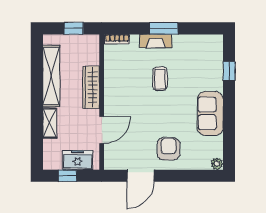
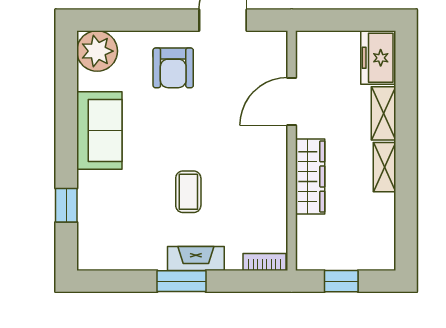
shelving: (51, 76) -> (385, 167), width x0.45, depth x0.75
freezer: (78, 160) -> (378, 58), moved, turned 90
plant: (217, 164) -> (97, 51), width x1.88, depth x1.88
window: (67, 176) -> (352, 20), removed

